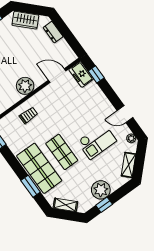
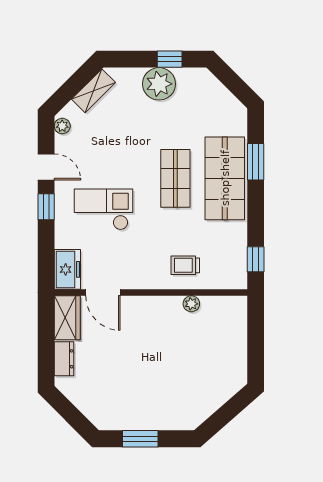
wardrobe: (25, 20) -> (67, 318), moved, turned 45
window: (96, 74) -> (46, 207), moved
plant: (25, 86) -> (191, 304), moved, width x0.53, depth x0.53
checkout: (97, 141) -> (104, 209), moved
shelving: (65, 205) -> (225, 99), removed

